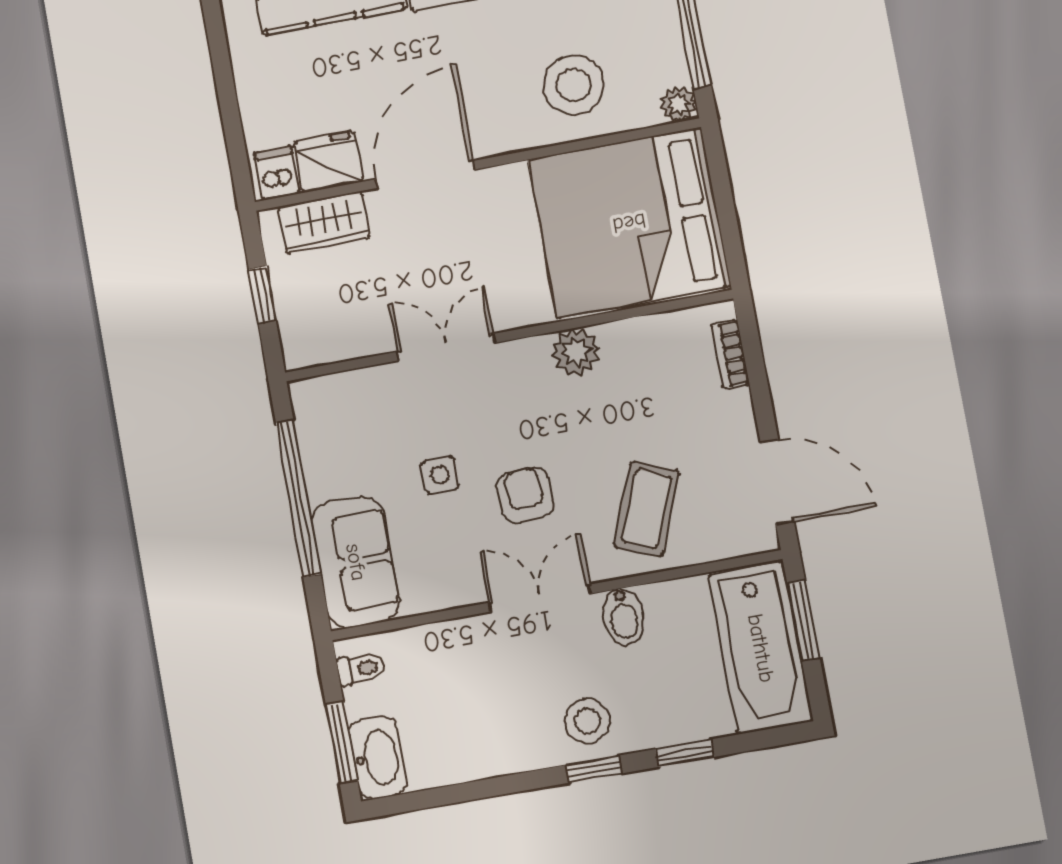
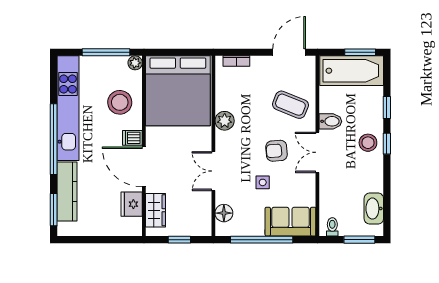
dishwasher: (277, 173) -> (132, 138), moved
floor lamp: (347, 393) -> (224, 213), added
window: (803, 620) -> (360, 52), moved
washbasin: (378, 758) -> (374, 209), moved, turned -90

